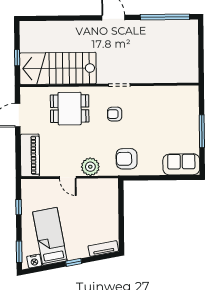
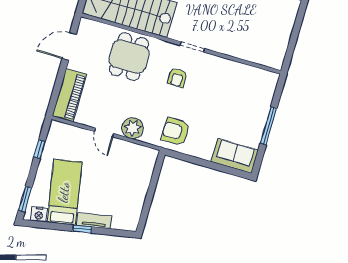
dining table: (70, 109) -> (129, 57), turned 90
armchair: (115, 114) -> (177, 78), turned -90
tv unit: (103, 248) -> (94, 221), moved

